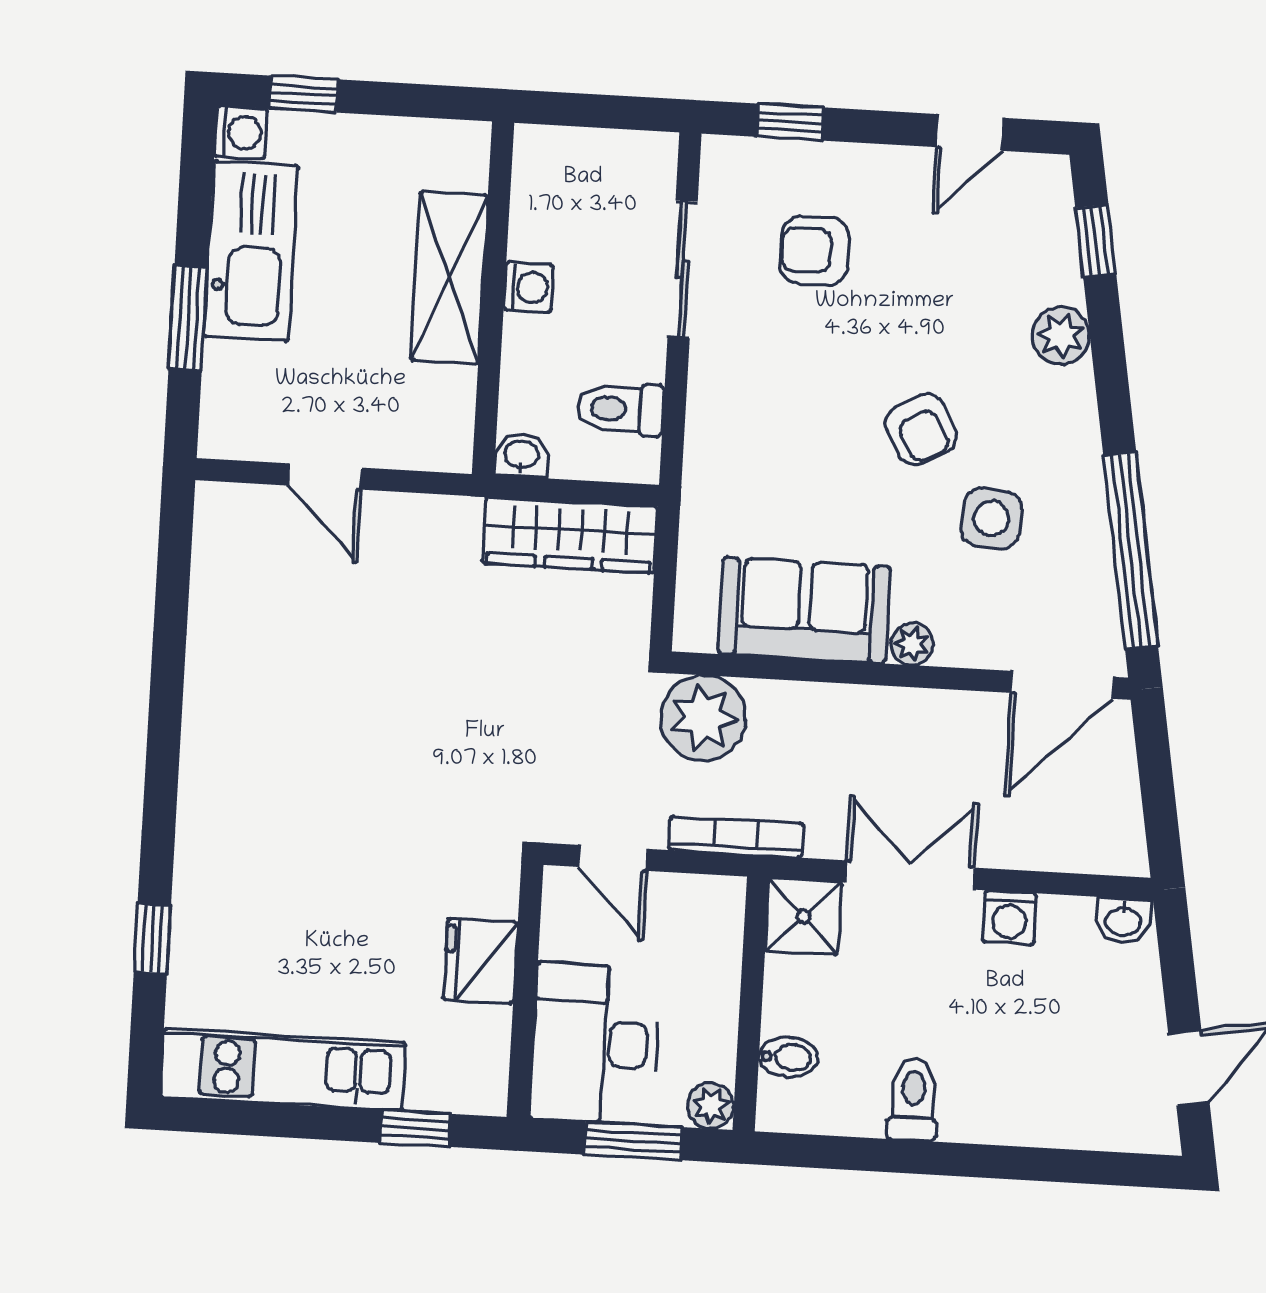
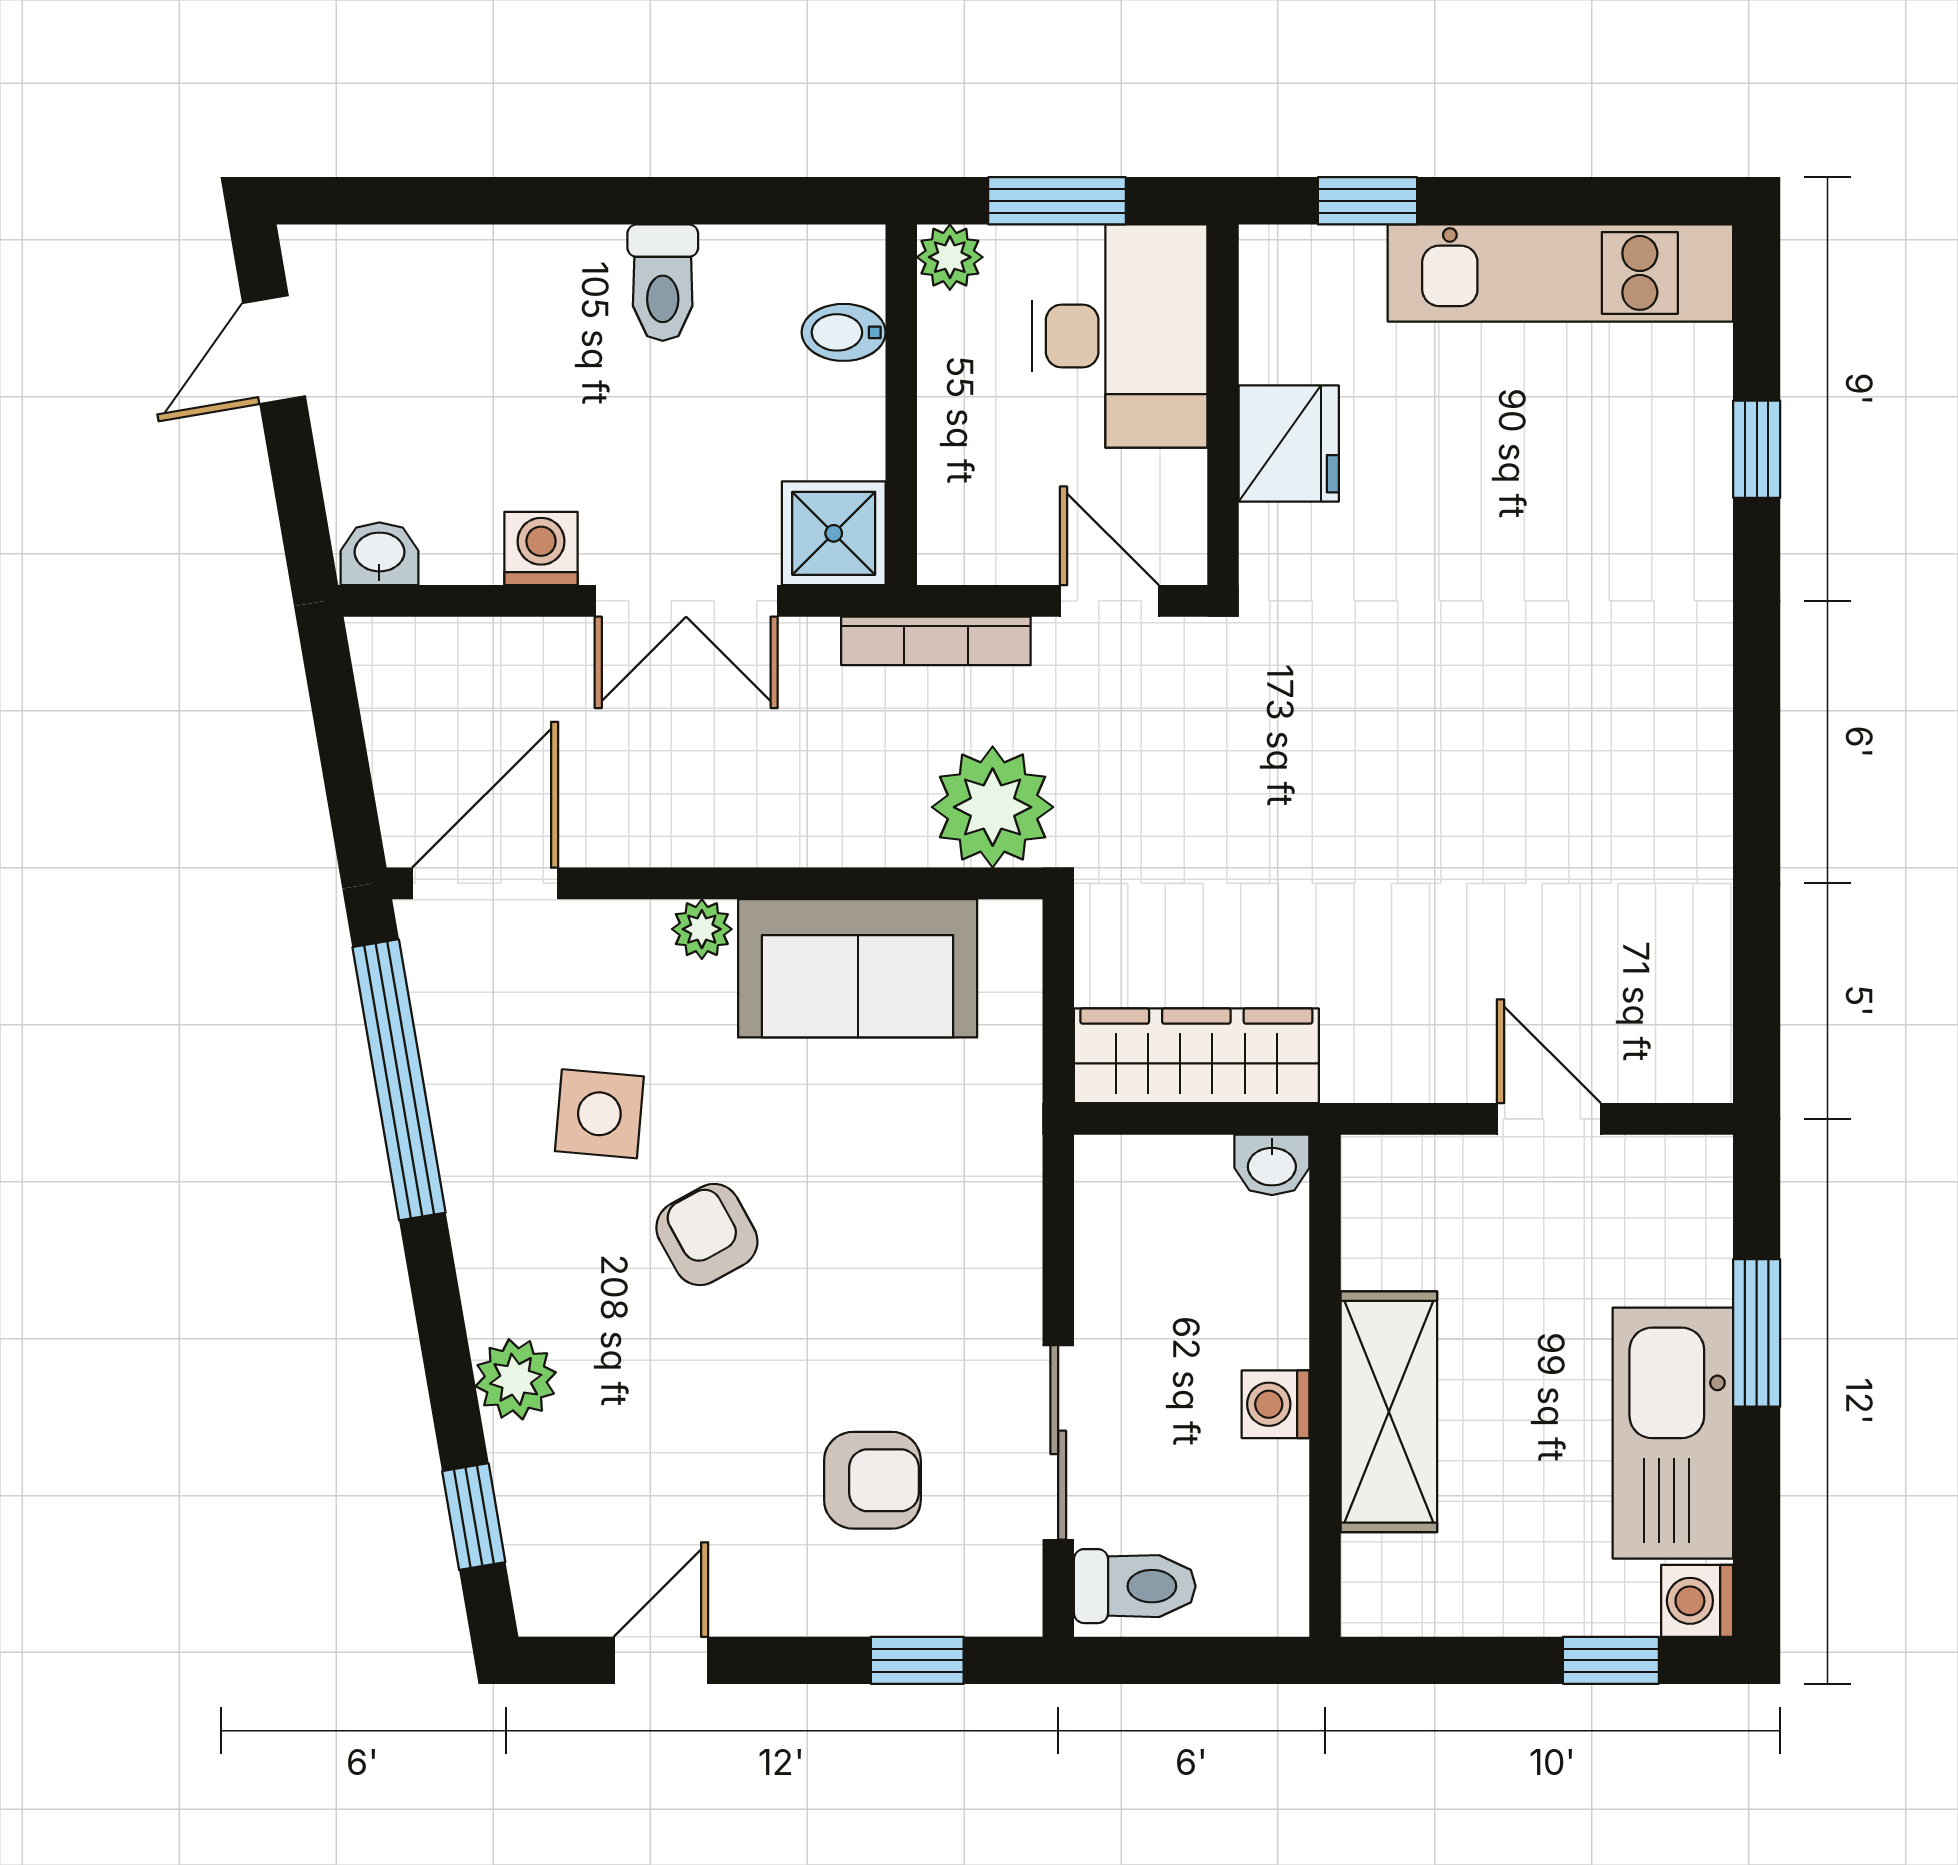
toilet: (621, 409) -> (1135, 1586), moved

